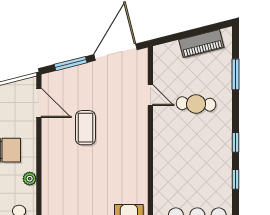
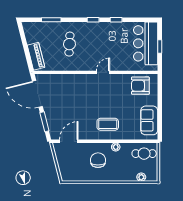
piano: (201, 44) -> (36, 56), moved
door: (150, 95) -> (103, 72), moved
coffee table: (85, 128) -> (108, 124), moved

